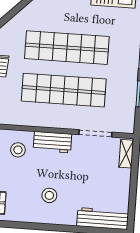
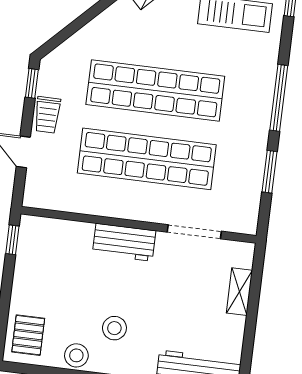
stool: (18, 150) -> (76, 355), moved
shelving: (126, 154) -> (239, 292), moved

